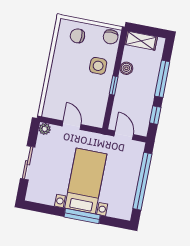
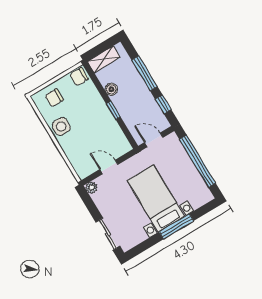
chair: (111, 37) -> (79, 77), turned 90
side table: (98, 66) -> (61, 126), moved
sliding door: (28, 163) -> (108, 234), moved

